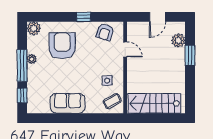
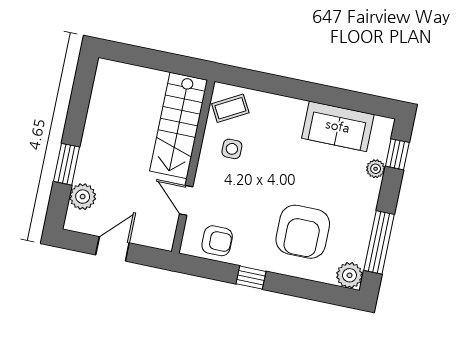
armchair: (105, 32) -> (217, 241), turned 72
plant: (32, 59) -> (376, 169), moved
window: (22, 65) -> (379, 242), moved
sofa: (68, 103) -> (338, 126), moved
stairs: (154, 103) -> (179, 125), moved, turned 90

